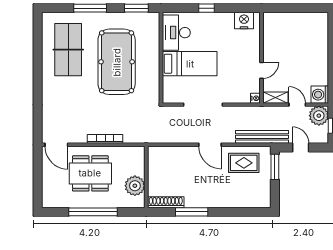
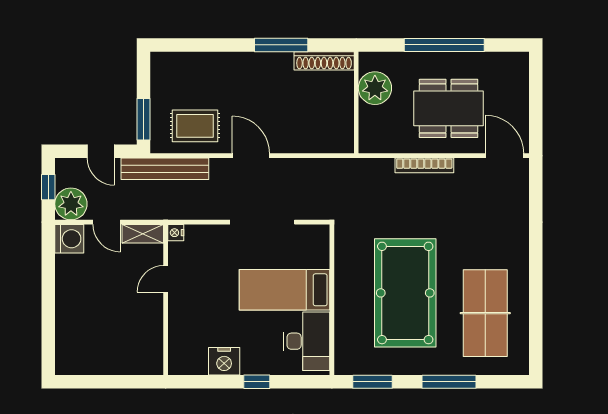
nightstand: (244, 20) -> (224, 361), moved

